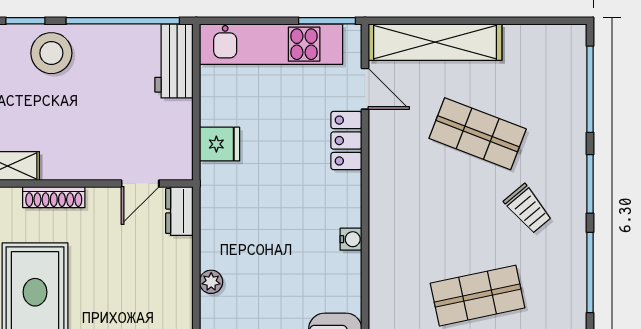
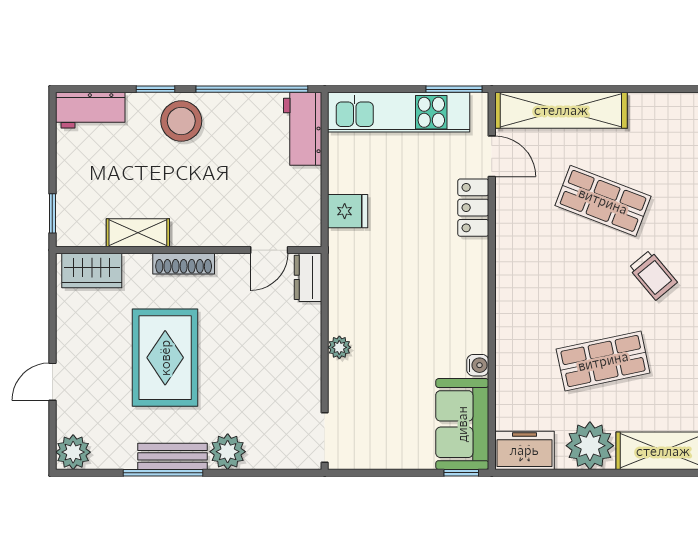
water cooler: (351, 239) -> (478, 365), moved

